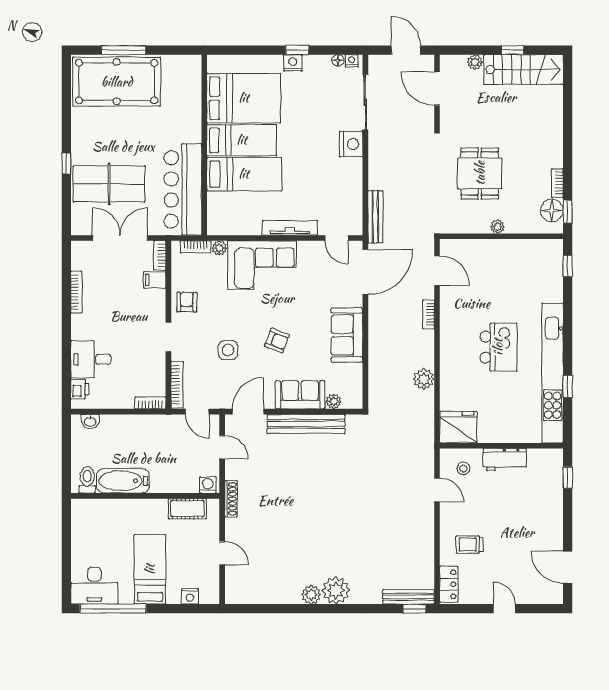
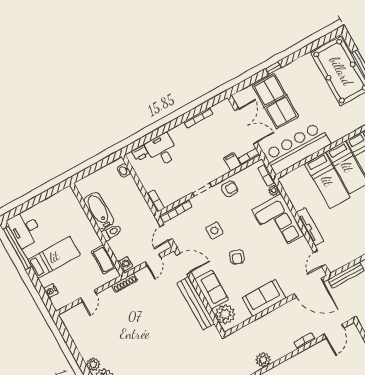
plant: (334, 401) -> (225, 314), width x1.88, depth x1.88
toilet: (87, 480) -> (111, 232), moved

